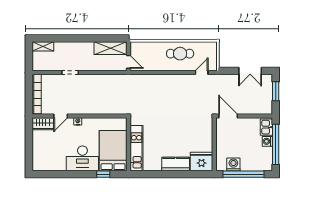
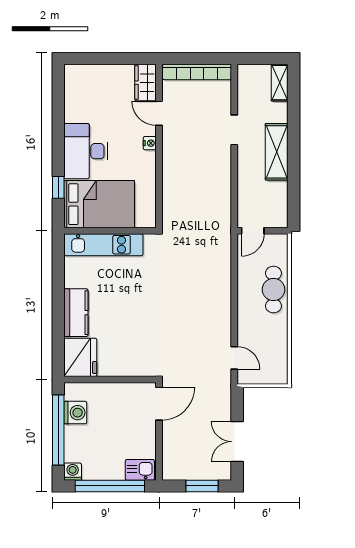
shelving: (110, 48) -> (277, 152), moved
cafe table: (180, 54) -> (273, 290), moved
washing machine: (267, 141) -> (73, 472), moved

